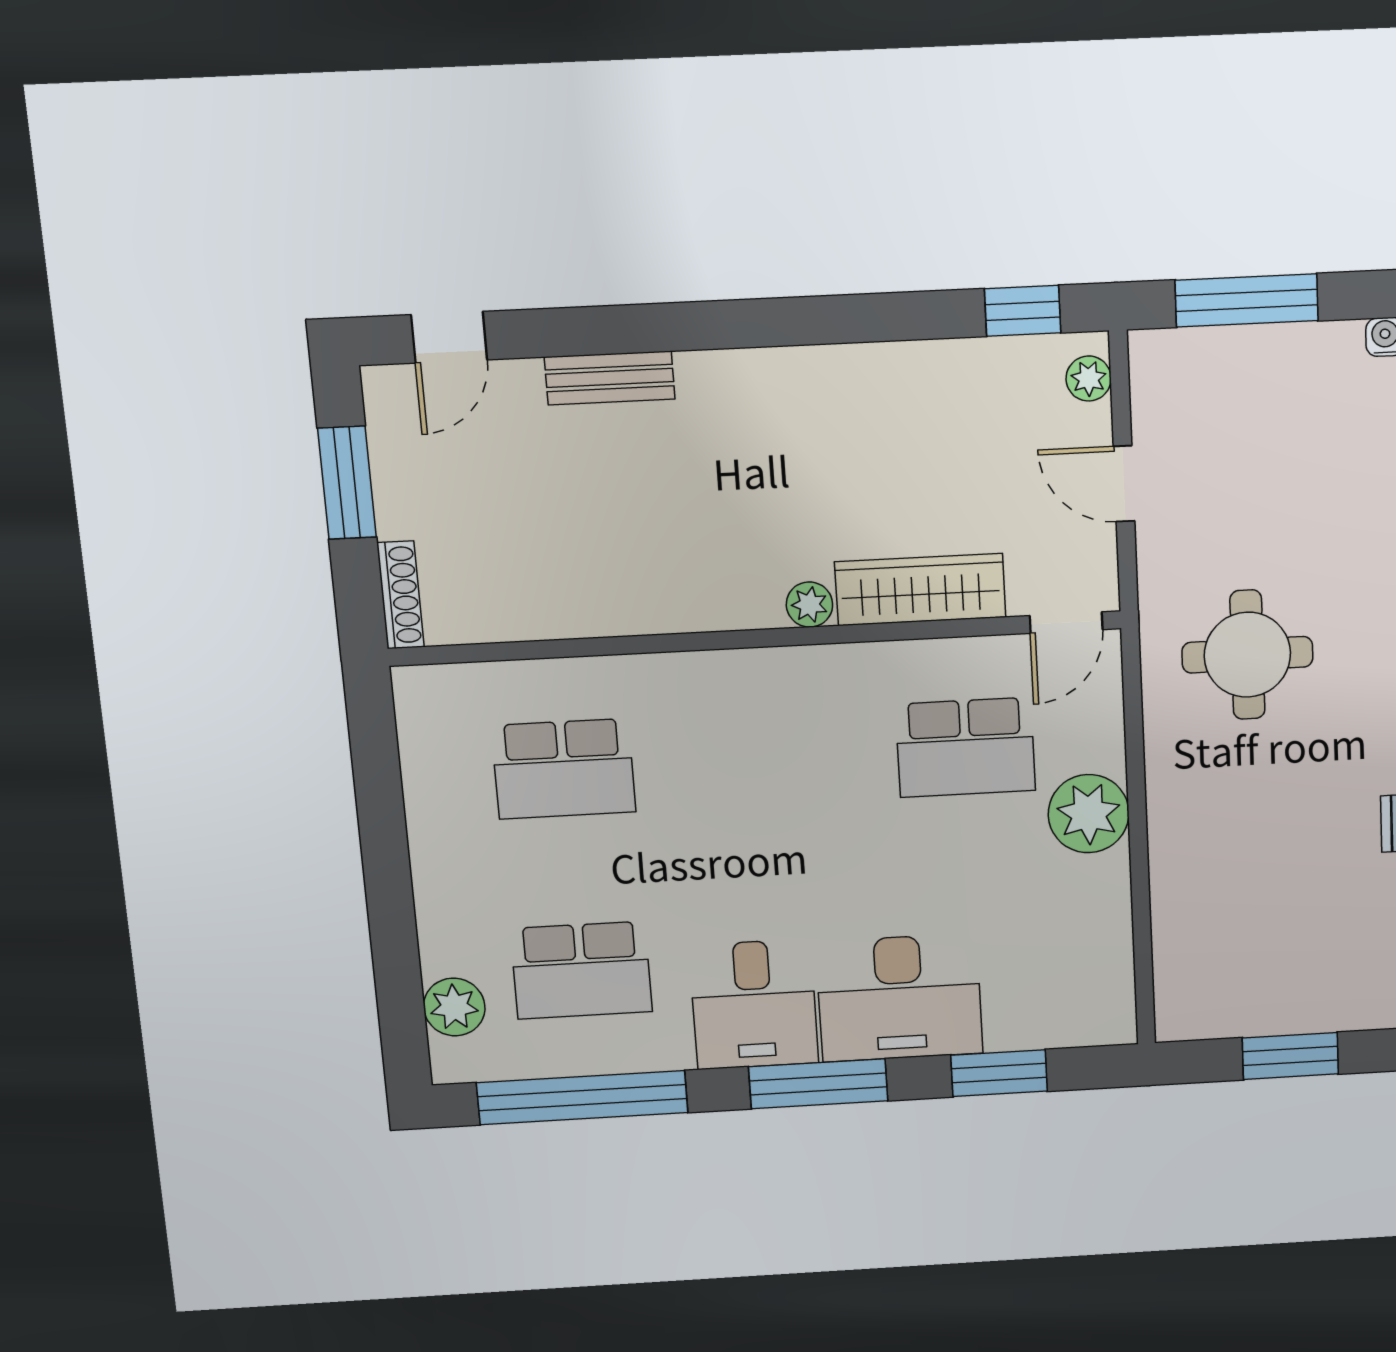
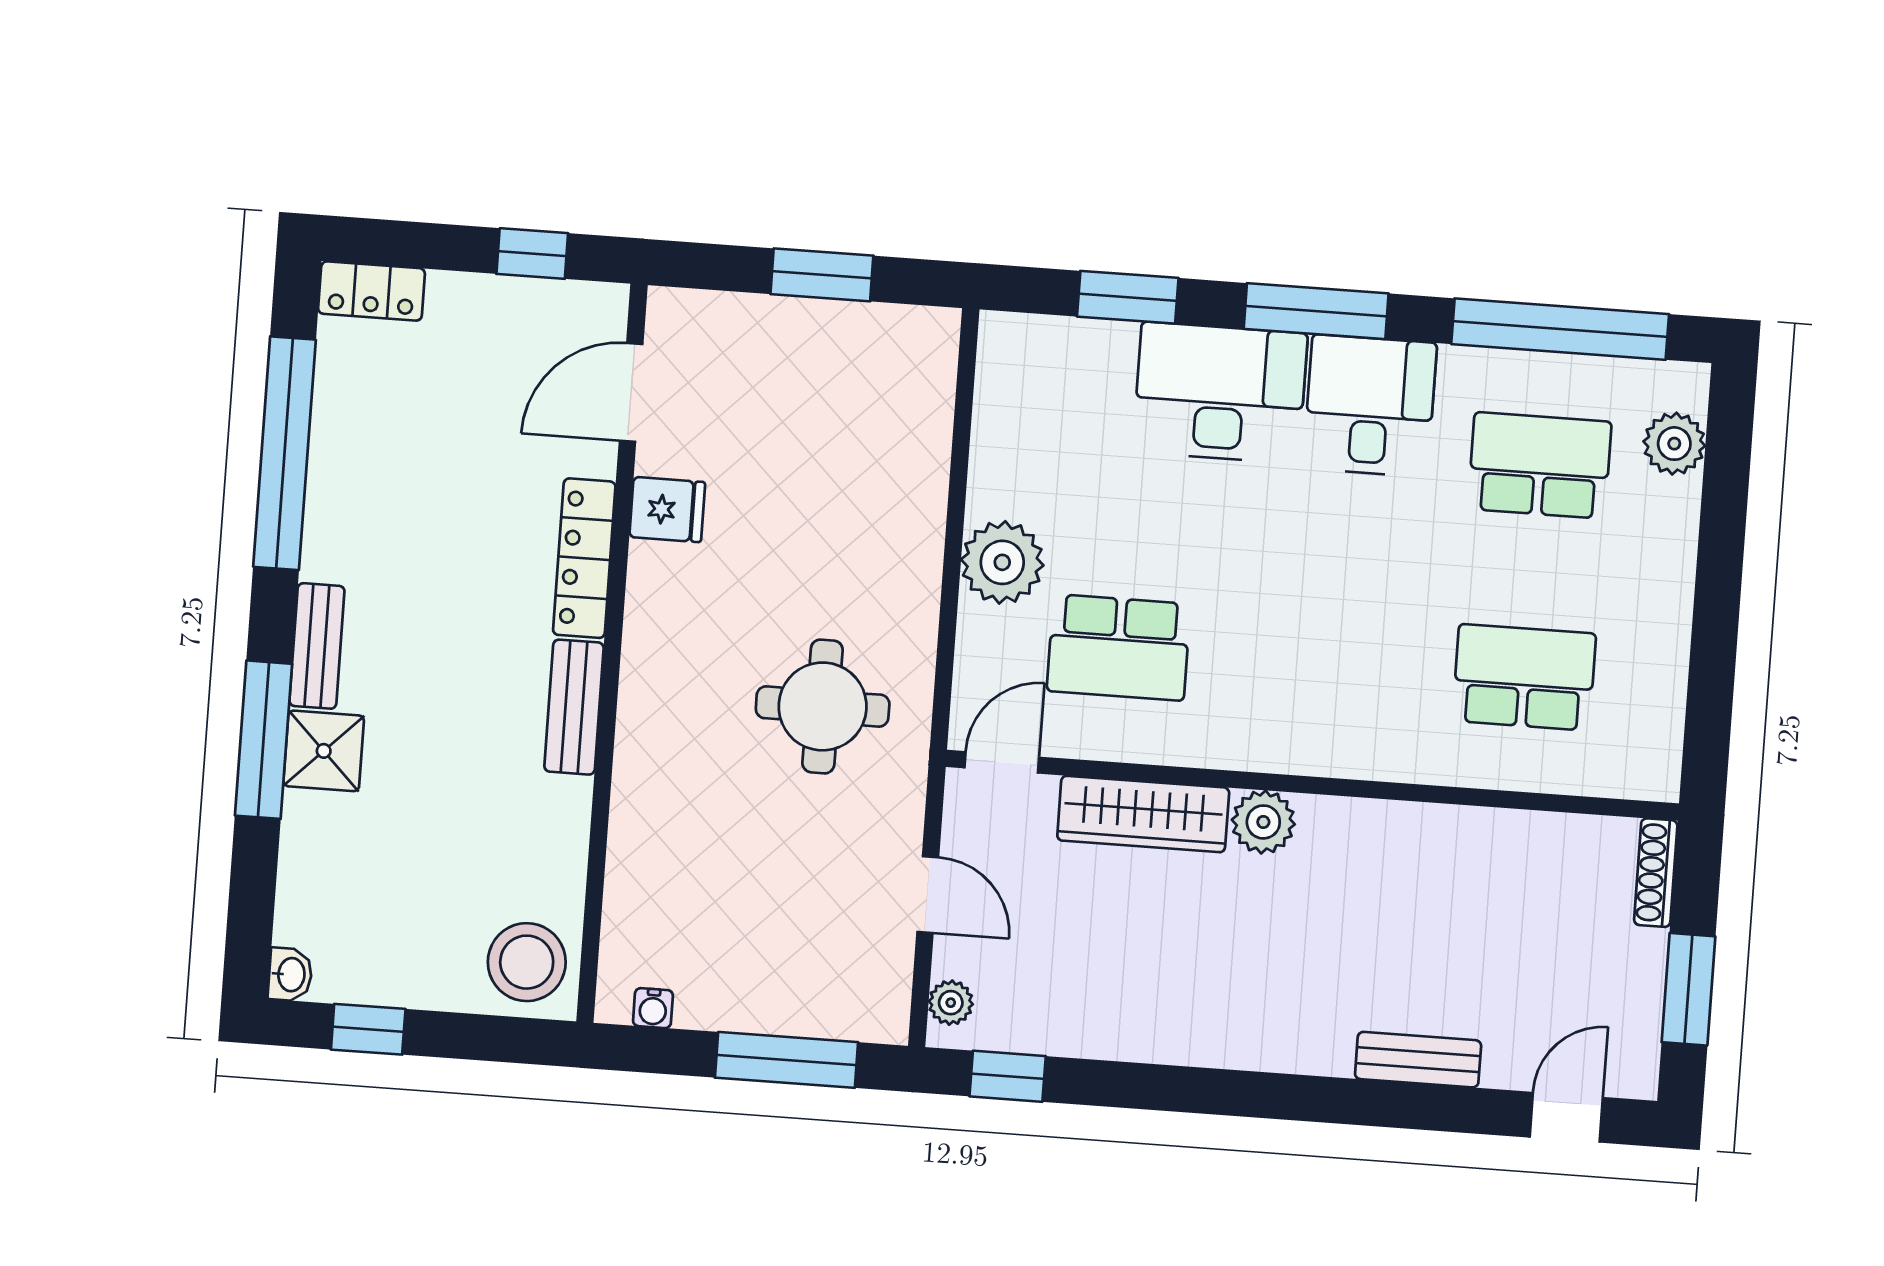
plant: (809, 605) -> (1263, 822), width x1.38, depth x1.38
school desk: (966, 747) -> (1119, 647), turned 180

